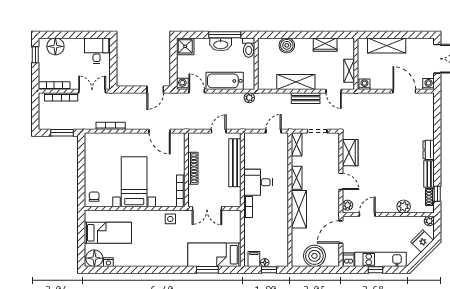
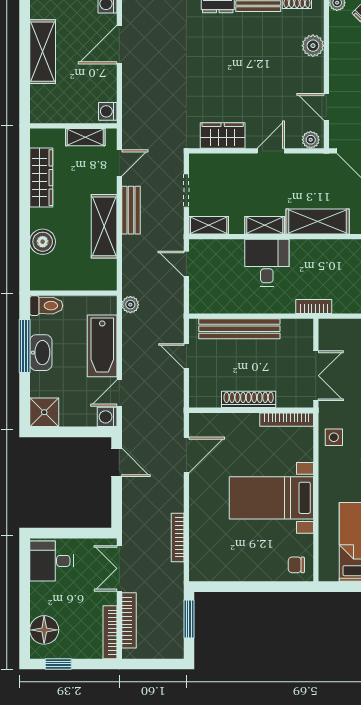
wardrobe: (325, 45) -> (41, 178), width x1.50
shelving: (387, 45) -> (43, 52), moved
desk: (258, 182) -> (267, 263), moved, turned 180

